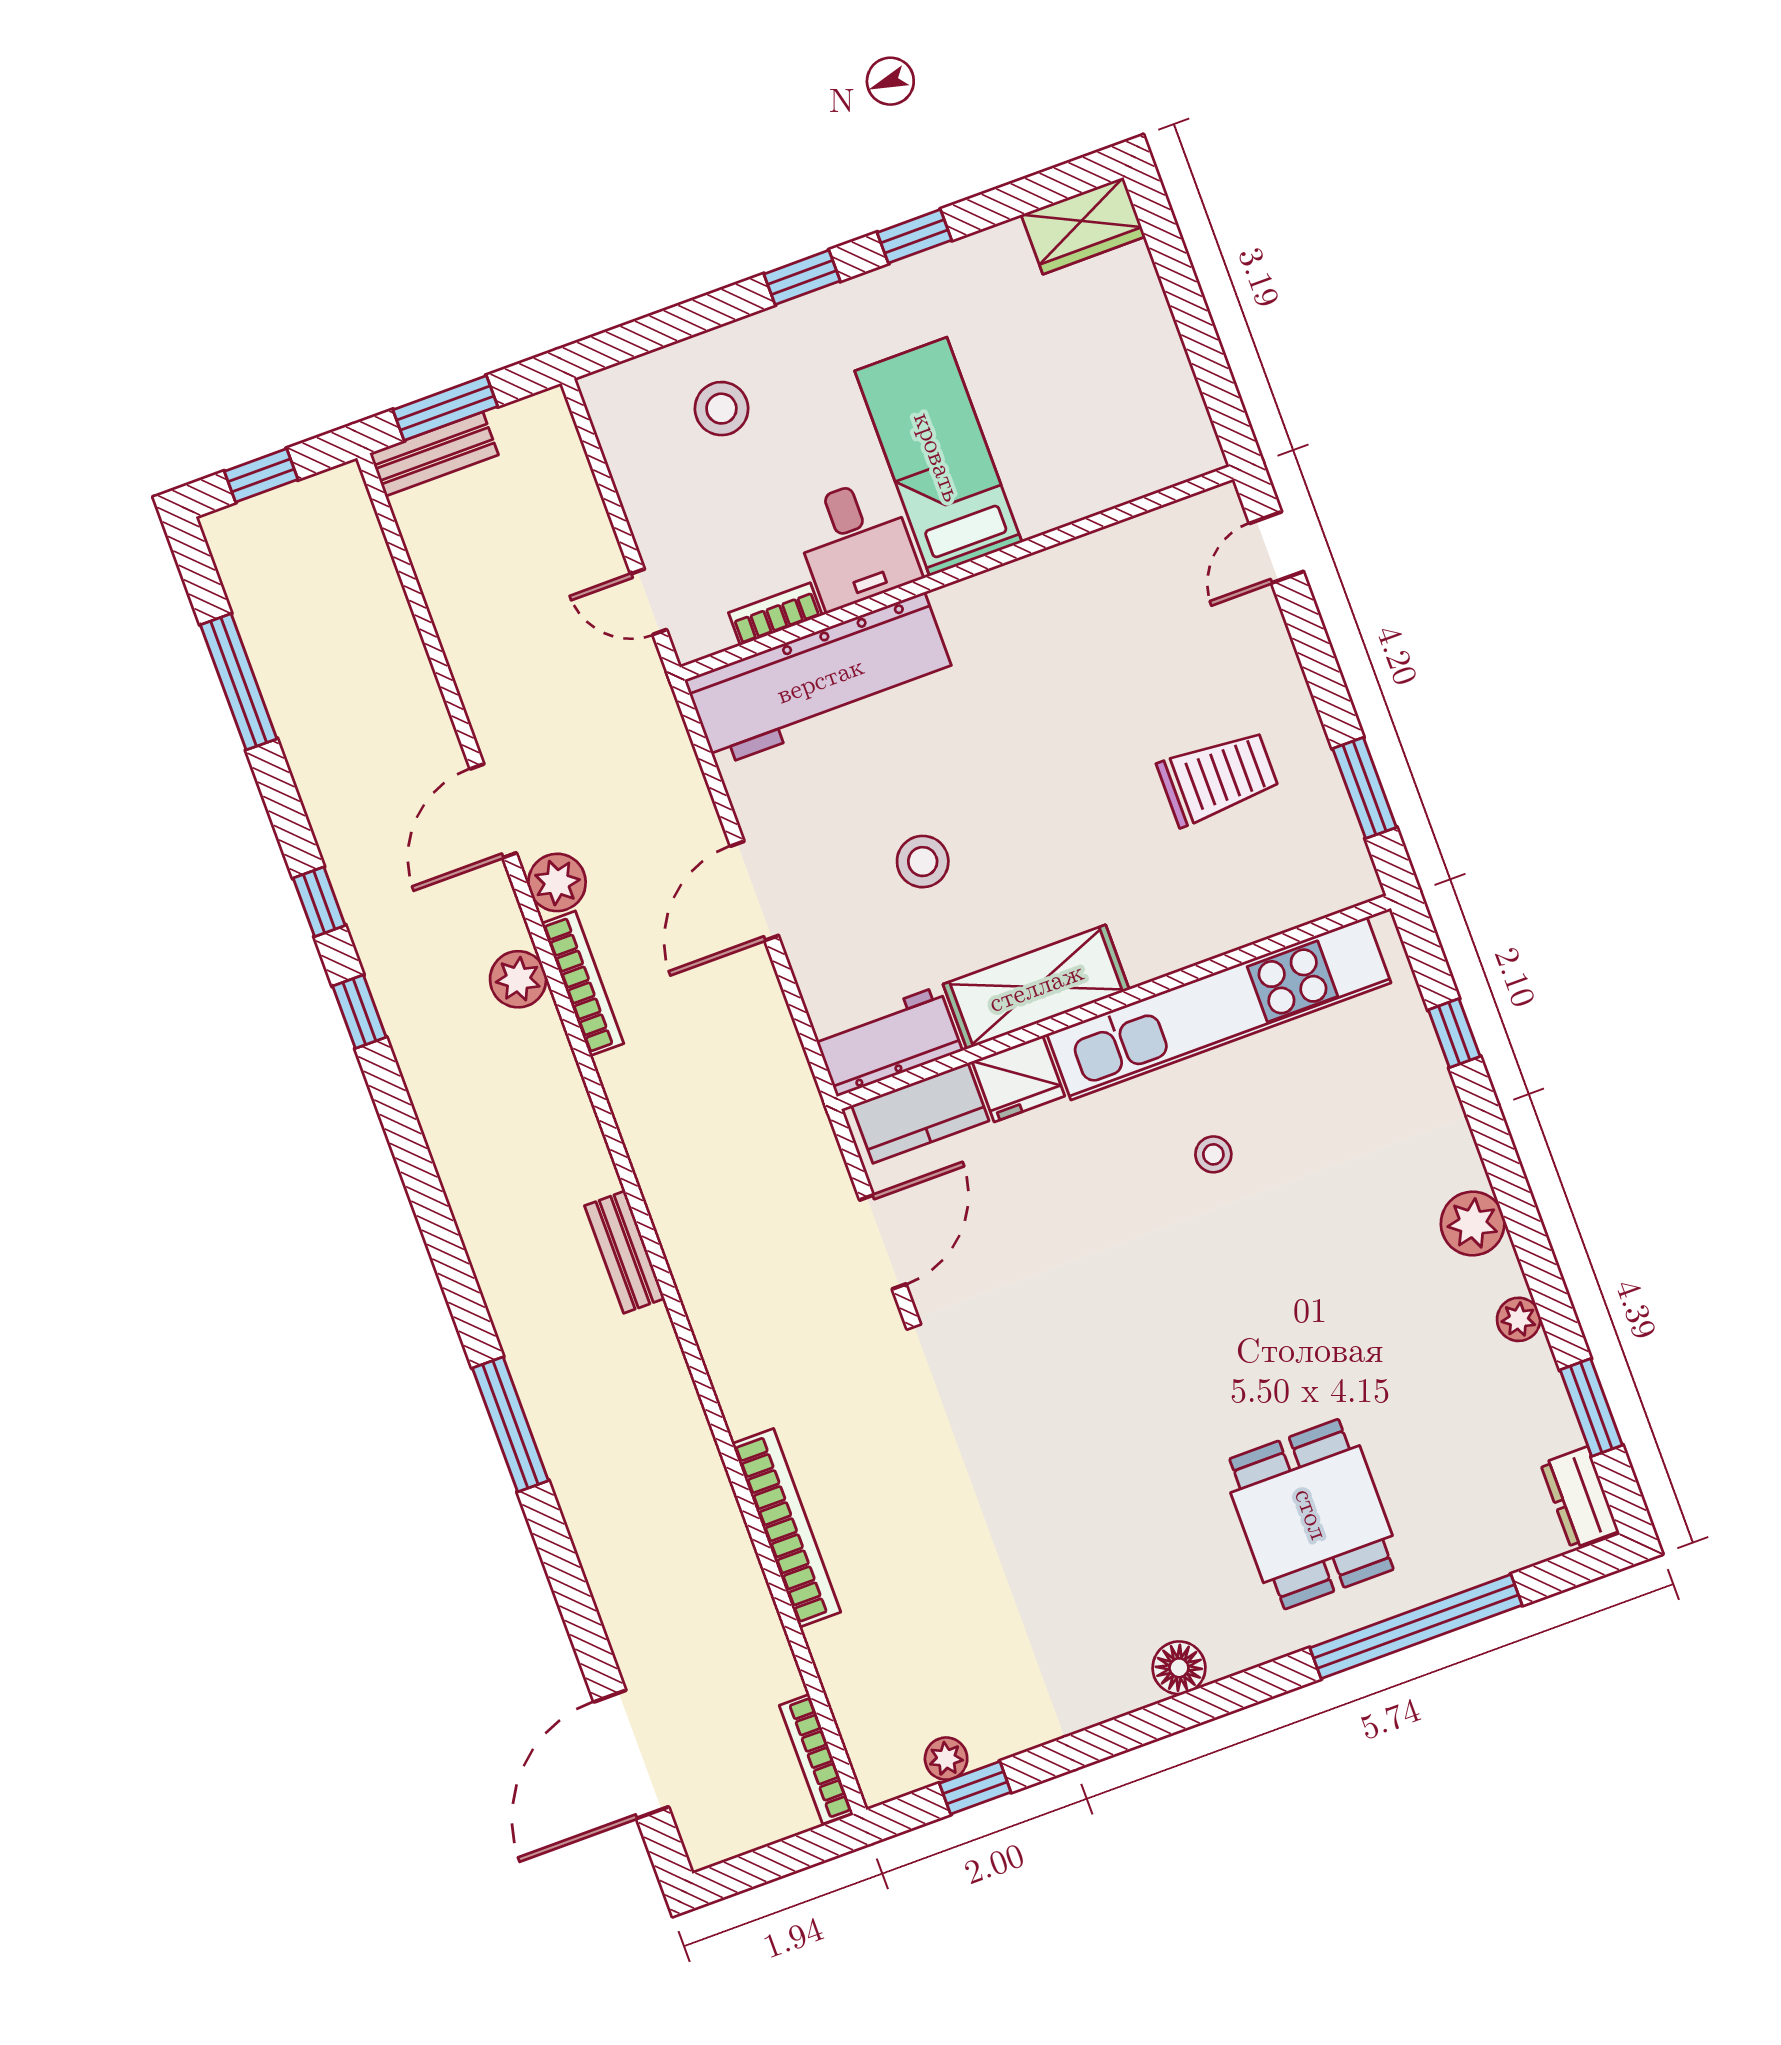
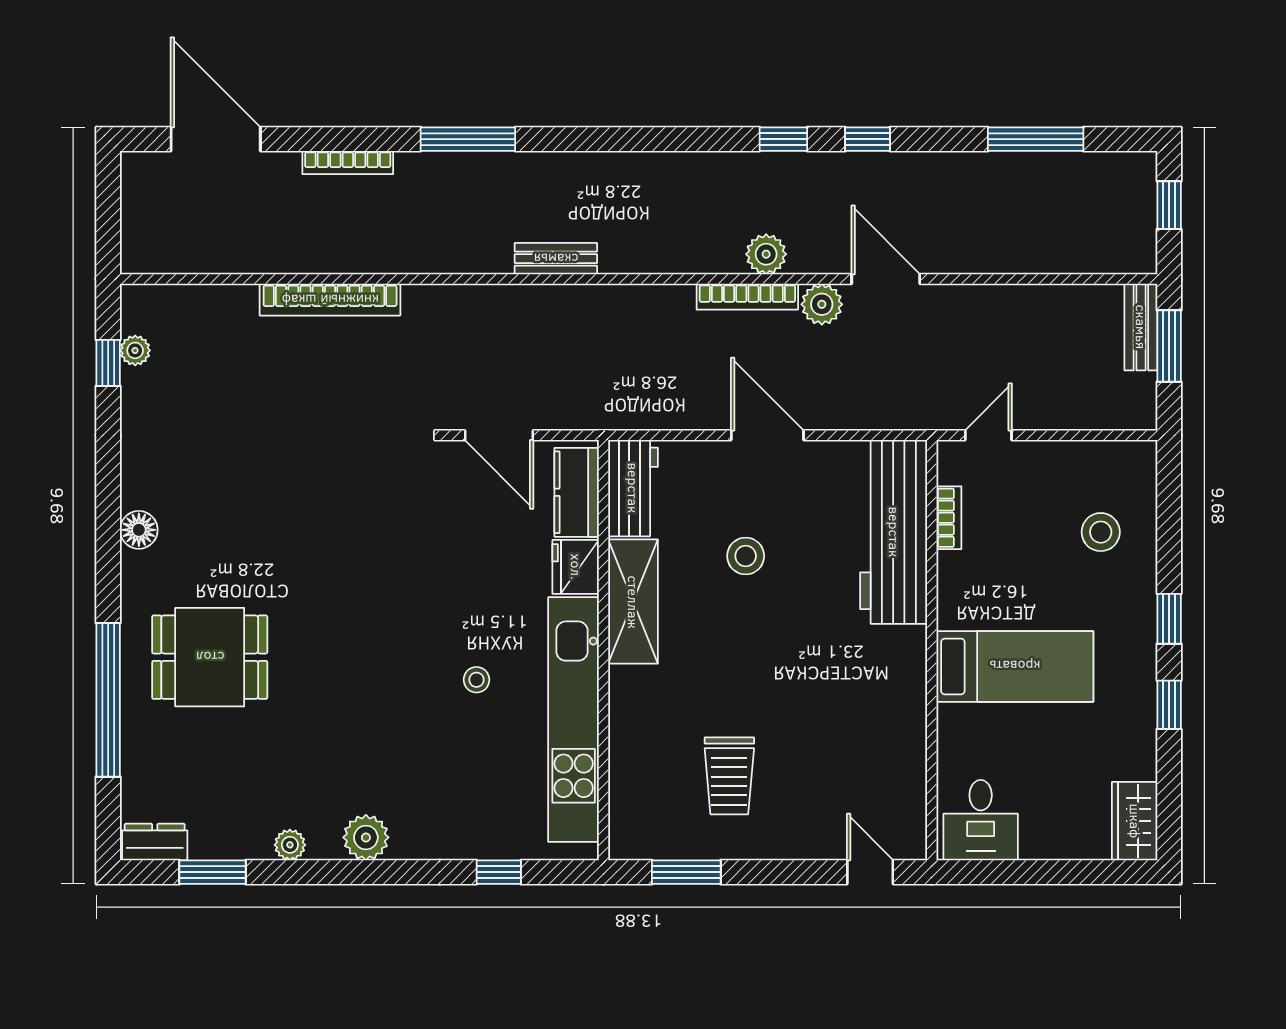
desk: (856, 543) -> (981, 820), moved, turned -90
bookcase: (816, 1759) -> (348, 163), moved, turned 180

